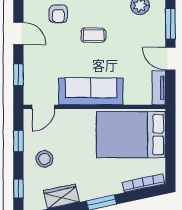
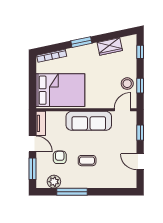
armchair: (58, 14) -> (60, 157), moved
stool: (44, 159) -> (127, 84), moved

